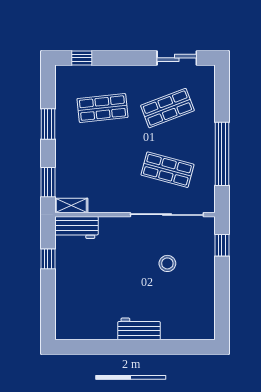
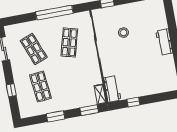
window: (82, 58) -> (11, 90), moved

